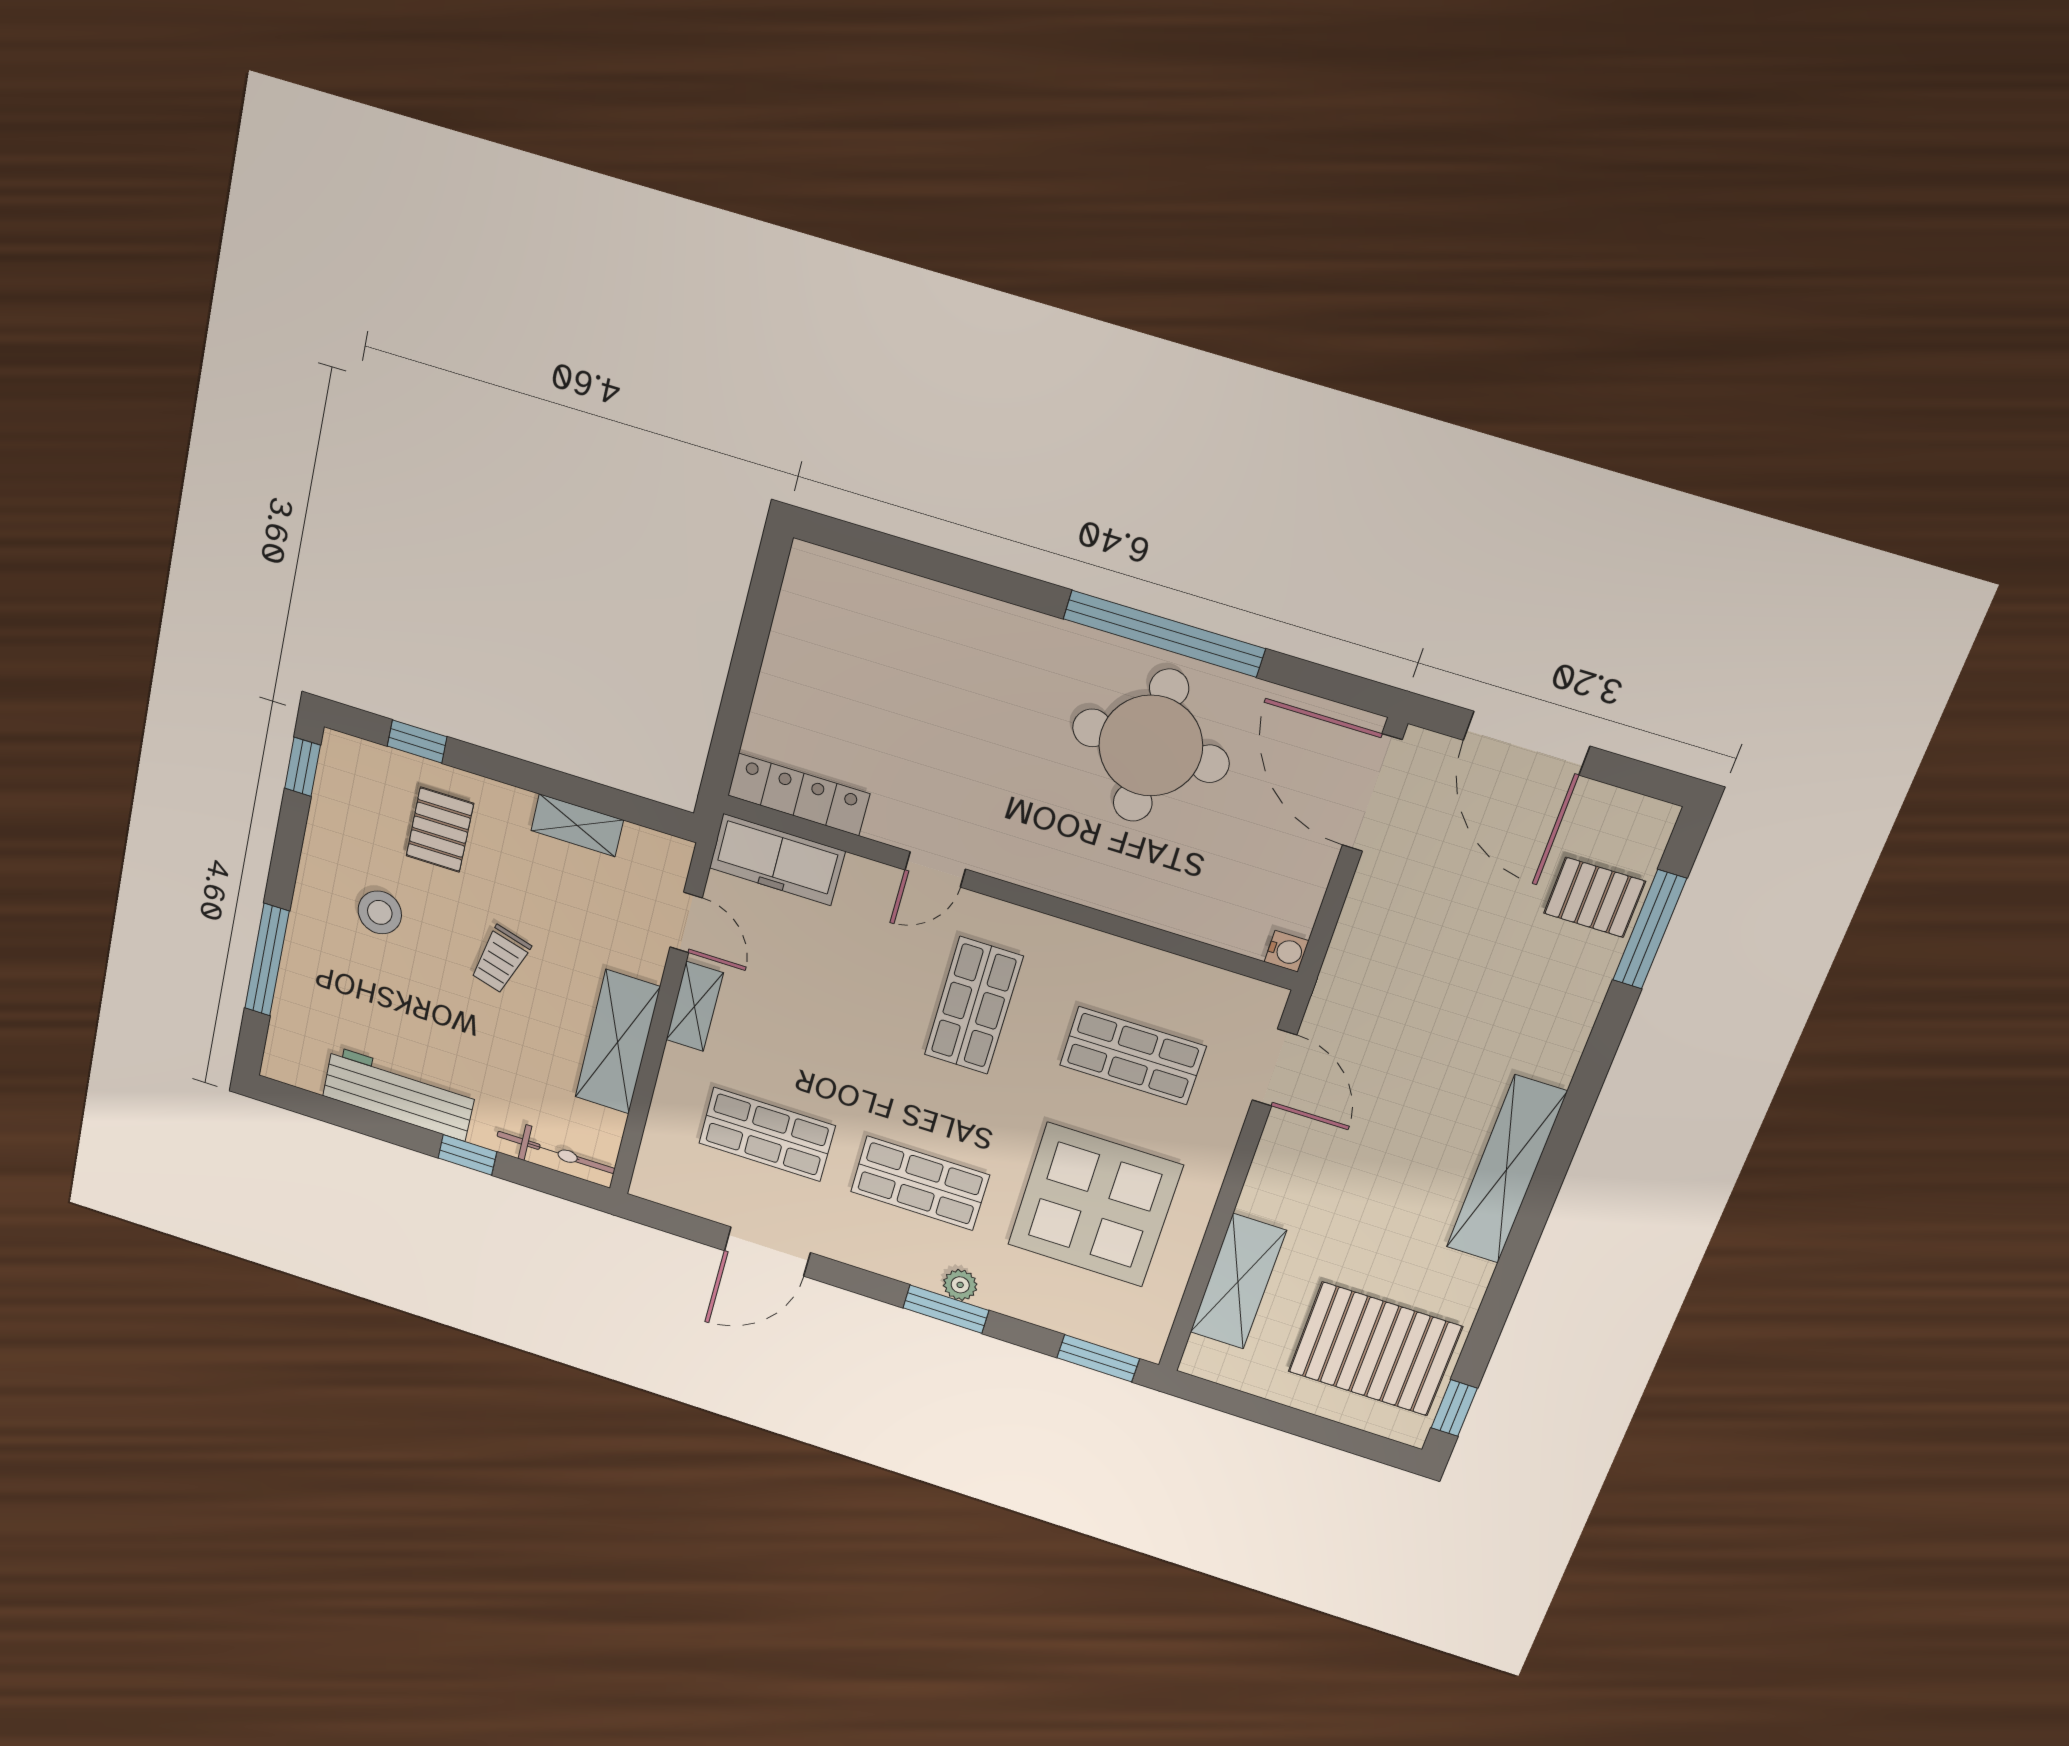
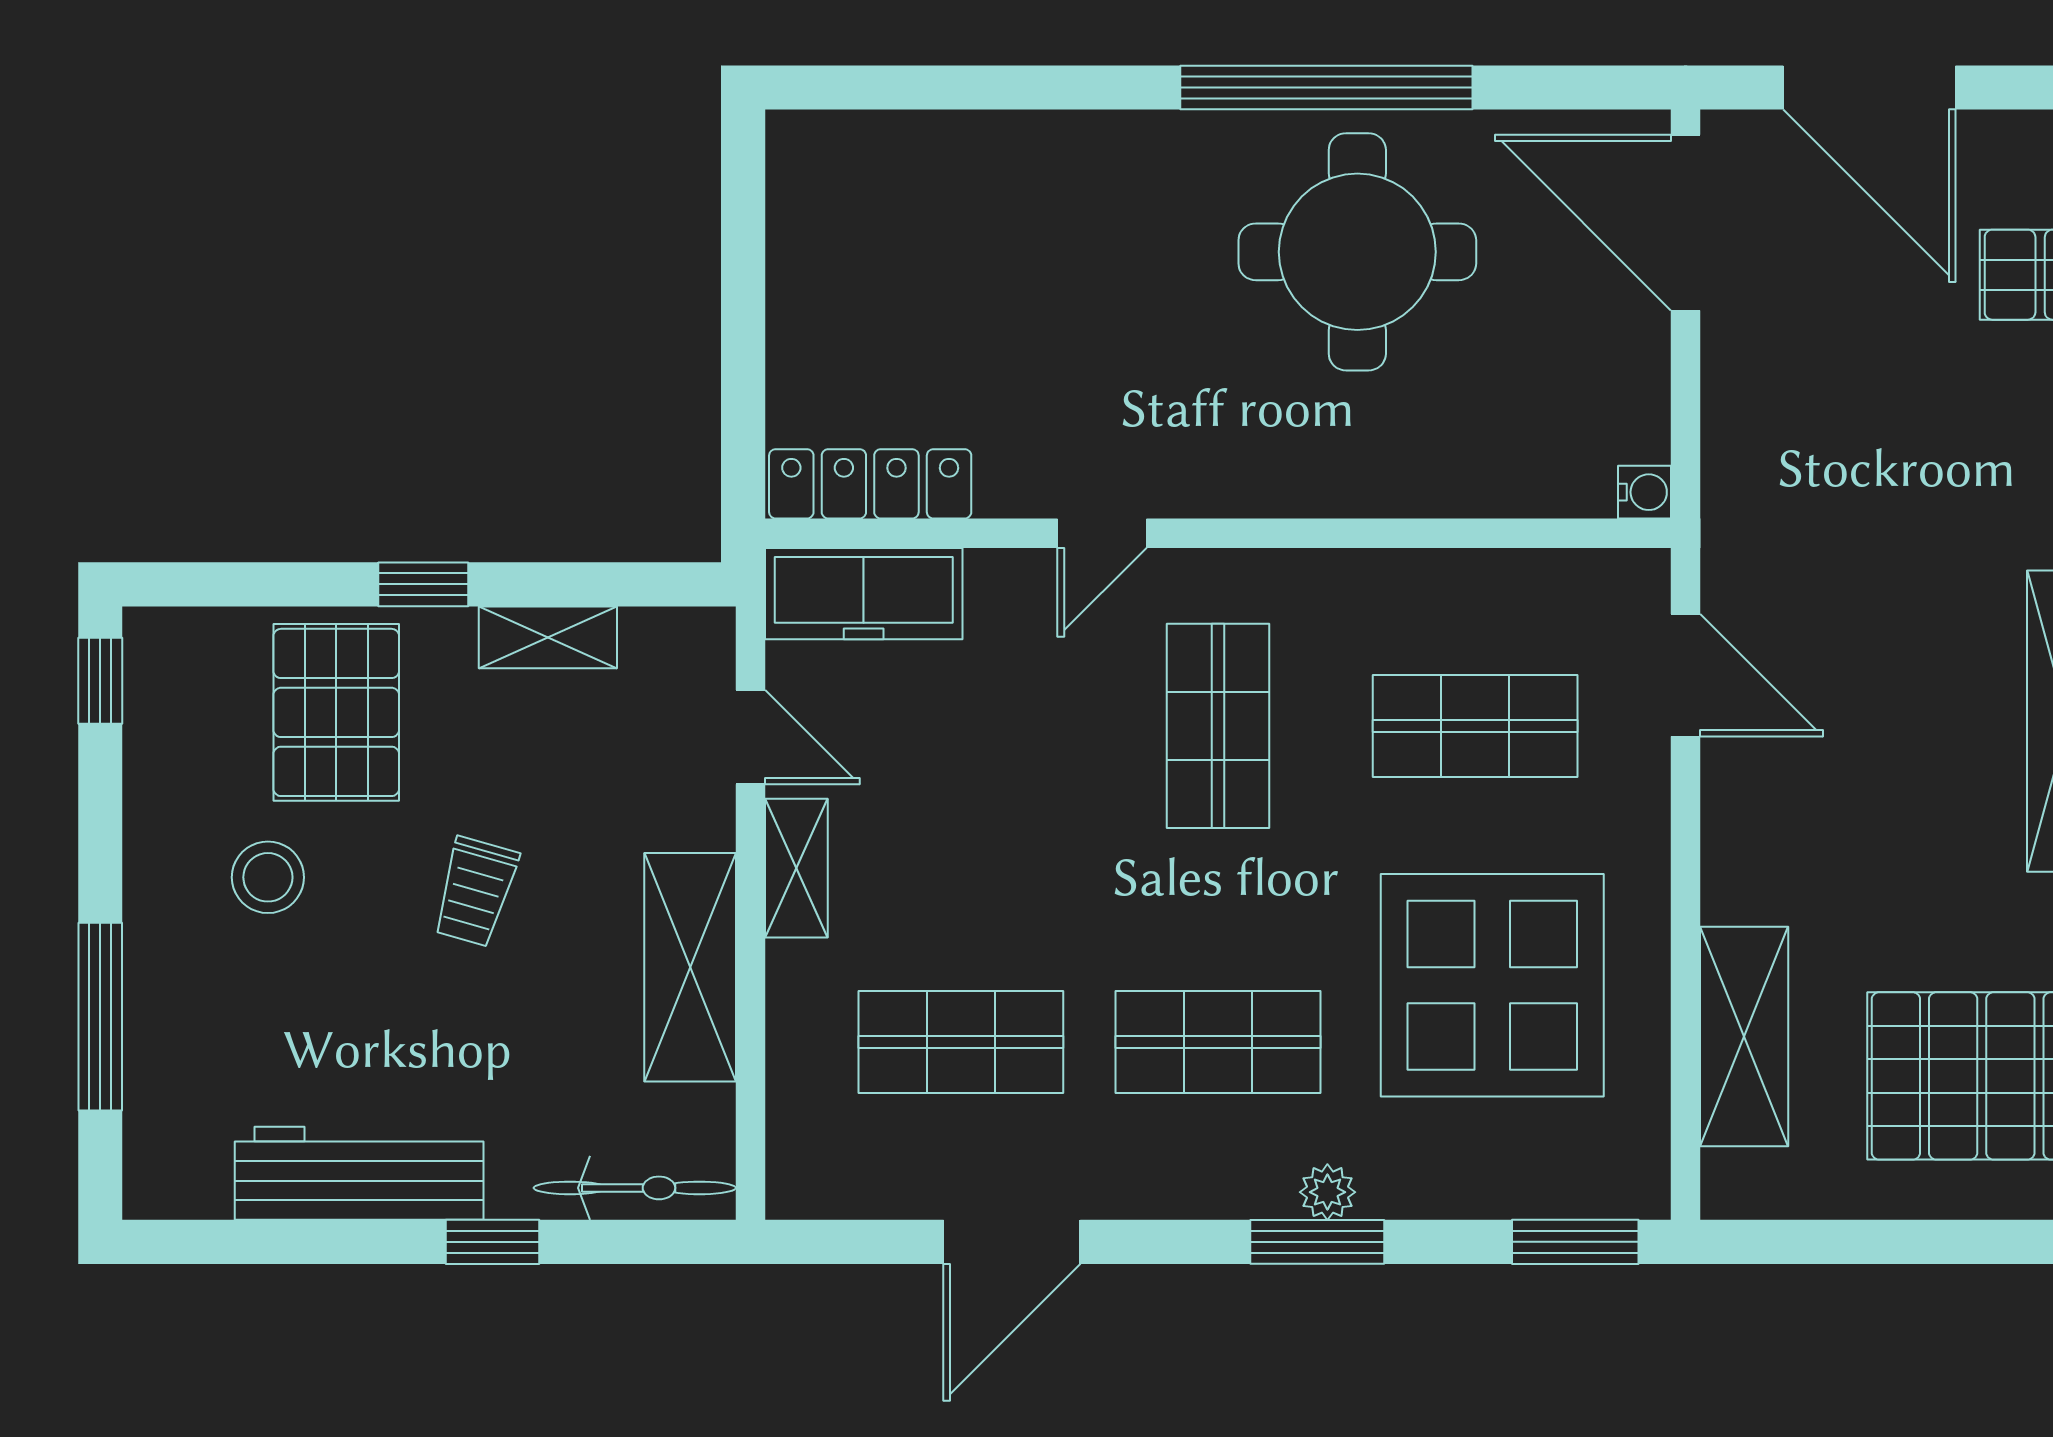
window: (417, 741) -> (423, 584), moved
pallet: (440, 830) -> (336, 712), width x1.50, depth x1.42

